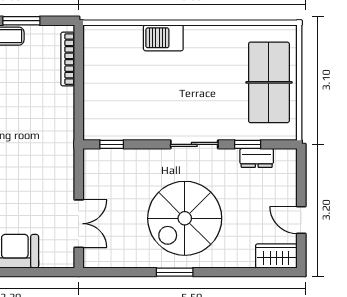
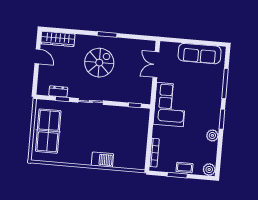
corner sofa: (46, 151) -> (170, 105), added
spiral stairs: (185, 218) -> (99, 63), width x0.73, depth x0.73
wardrobe: (276, 256) -> (58, 39), width x1.50

